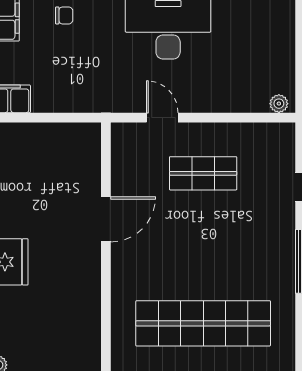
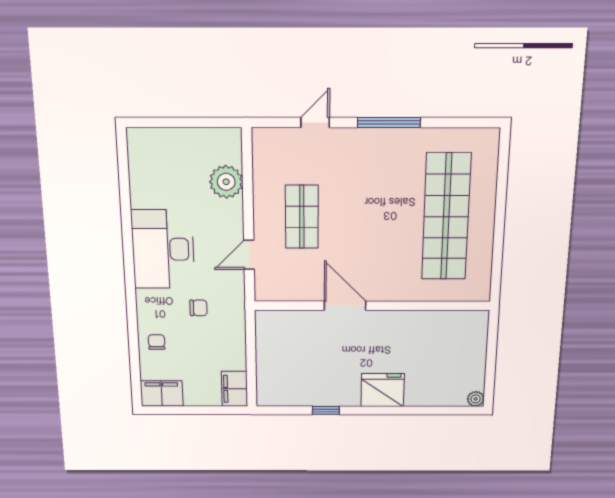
chair: (103, 62) -> (198, 308), added
plant: (279, 104) -> (226, 182), moved, width x1.88, depth x1.88

